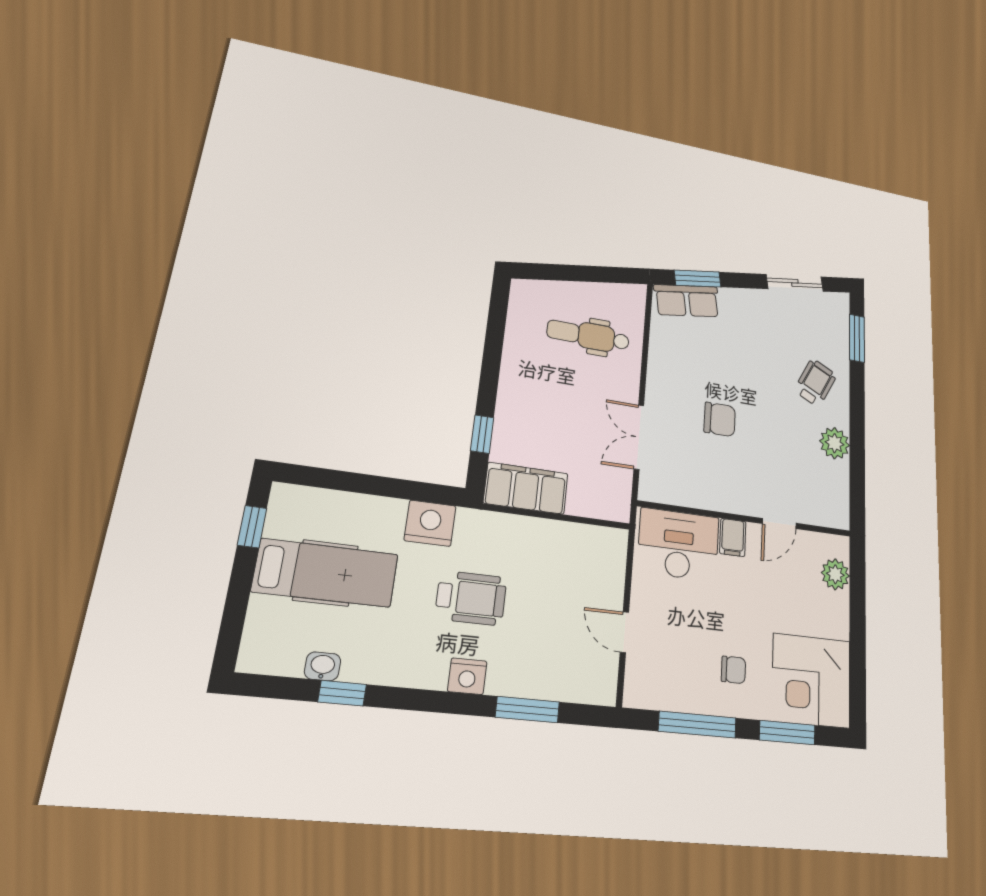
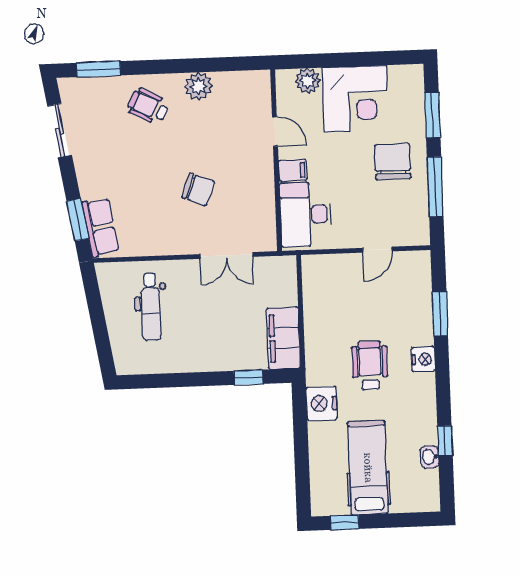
chair: (720, 419) -> (198, 189), turned 111
chair: (733, 670) -> (393, 162), width x1.87, depth x1.87
corner desk: (811, 680) -> (355, 99), moved

